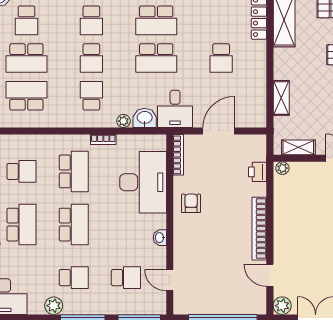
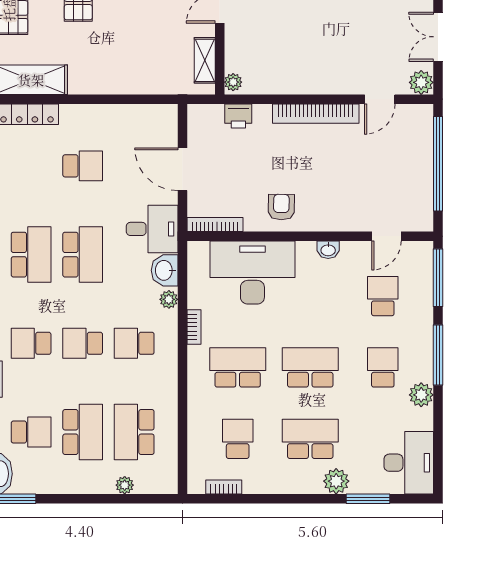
school desk: (91, 20) -> (31, 343), turned 180
school desk: (91, 58) -> (83, 343), turned 180
shelving: (281, 98) -> (137, 84), removed
armchair: (191, 203) -> (281, 207), turned 91

